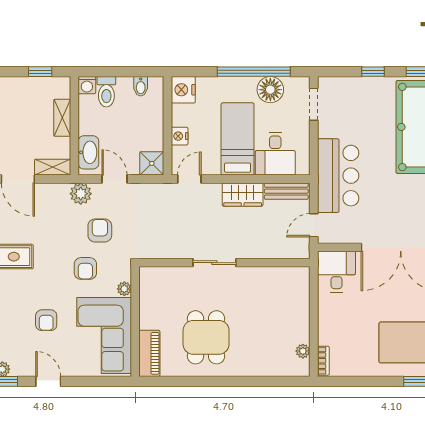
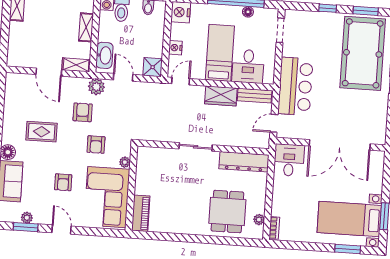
floor lamp: (270, 90) -> (248, 12), width x0.53, depth x0.53
armchair: (100, 231) -> (83, 112), moved
dresser: (278, 278) -> (244, 162), added
dining table: (206, 337) -> (227, 212), moved

